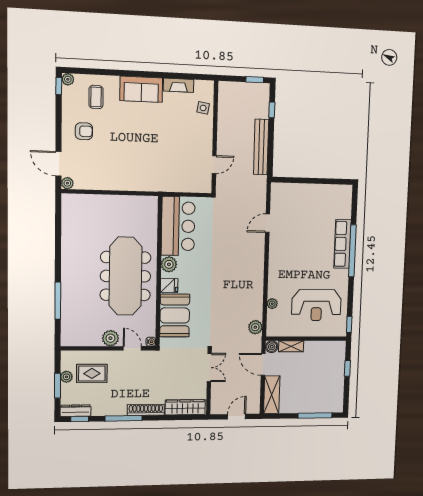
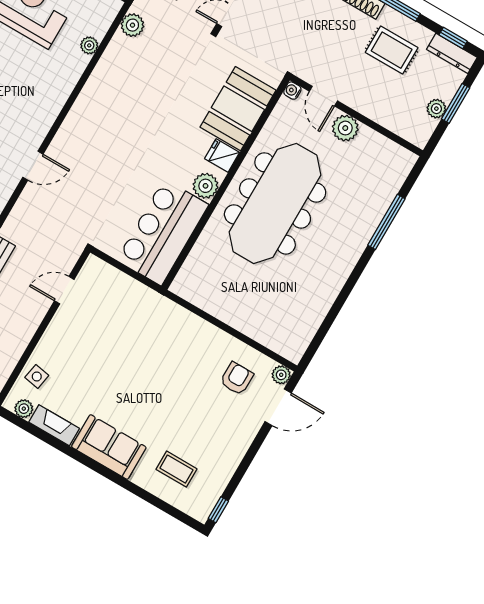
plant: (68, 79) -> (24, 409), moved
coffee table: (96, 97) -> (176, 469), turned 90
armchair: (84, 131) -> (237, 378), moved, turned 90
door: (58, 164) -> (278, 407), hinge flipped
rug: (92, 373) -> (392, 50), moved

